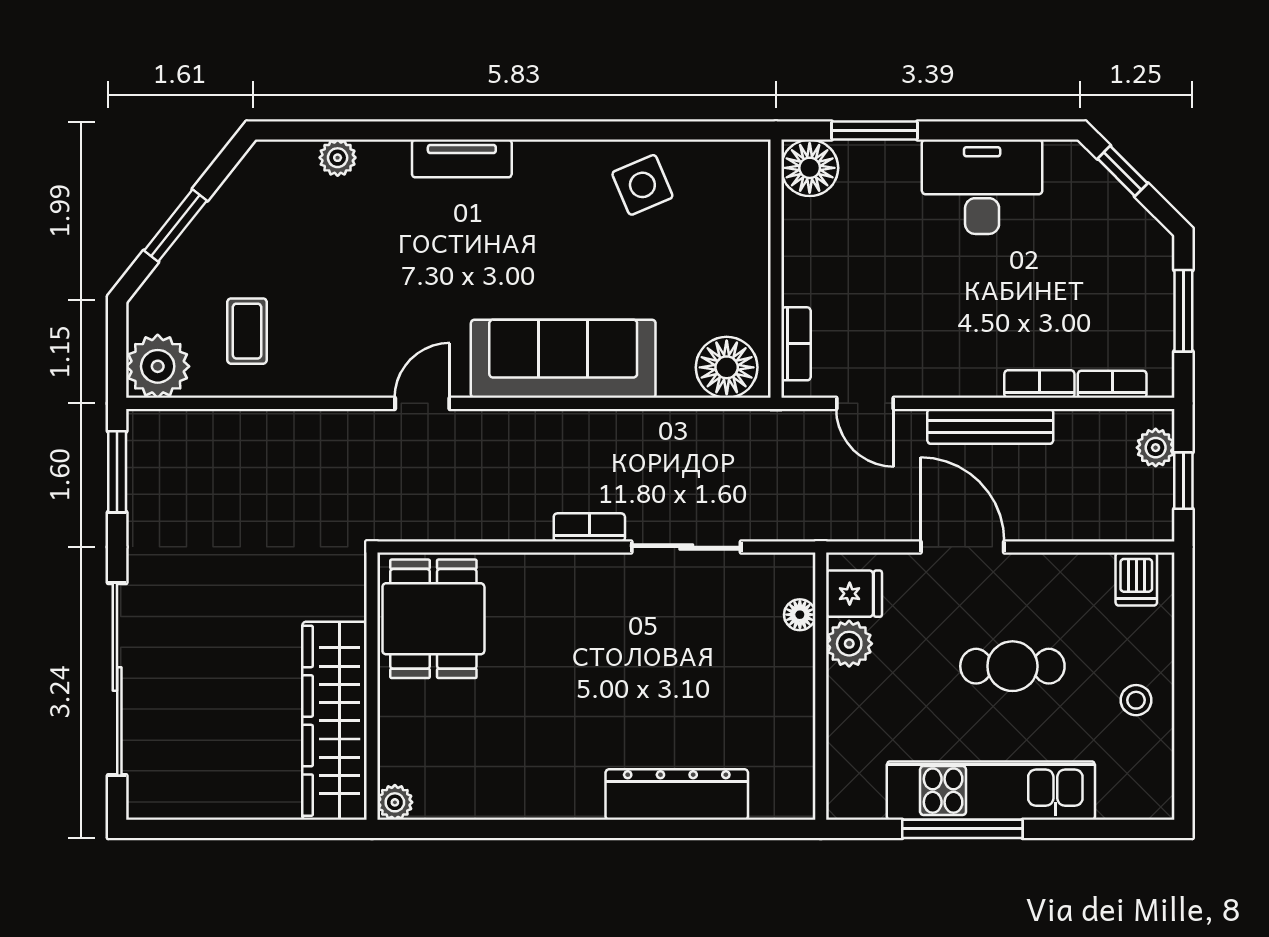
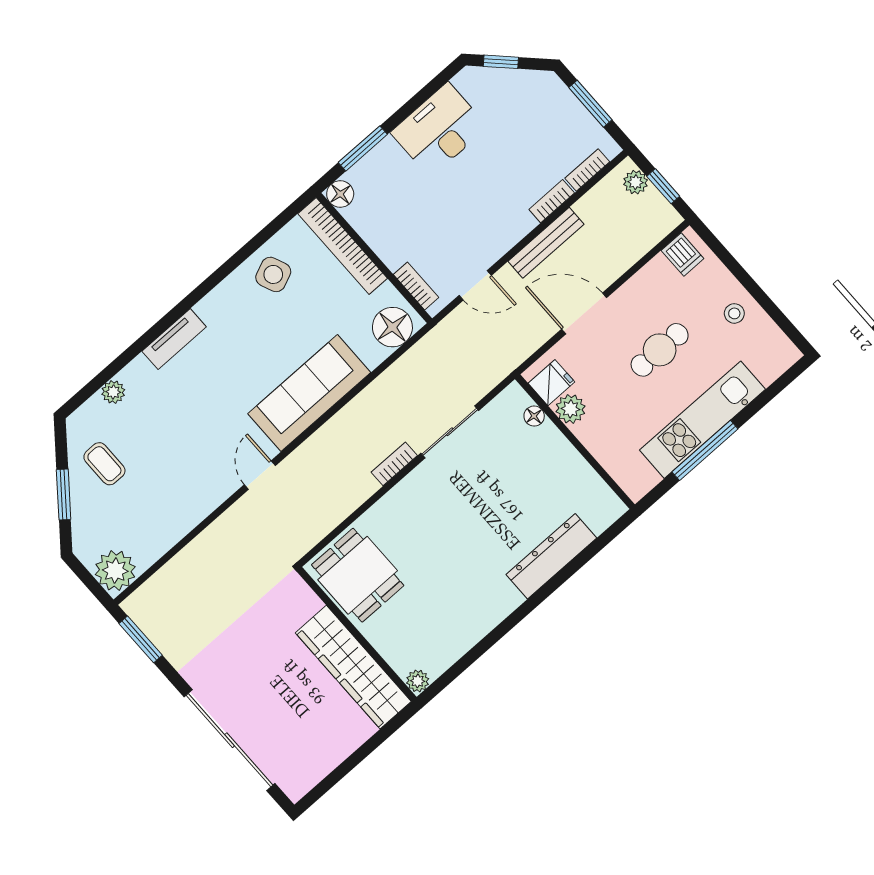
floor lamp: (810, 168) -> (340, 194), width x0.73, depth x0.73
bookcase: (752, 223) -> (343, 246), added
coffee table: (247, 331) -> (104, 464), moved

